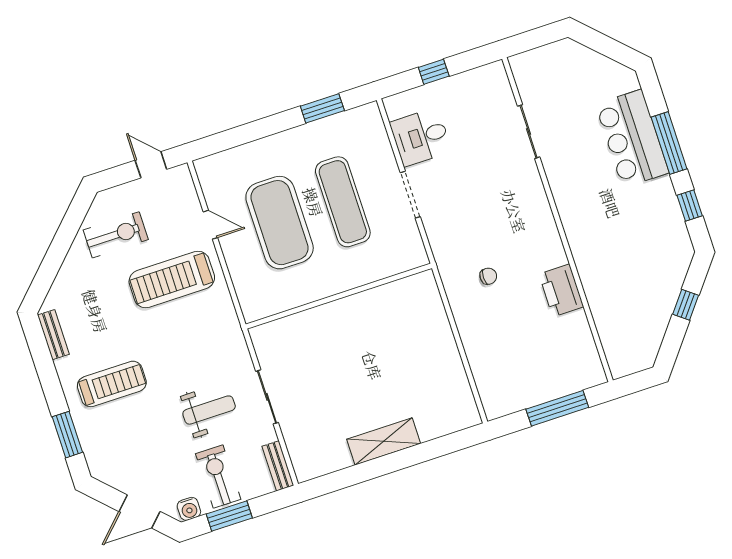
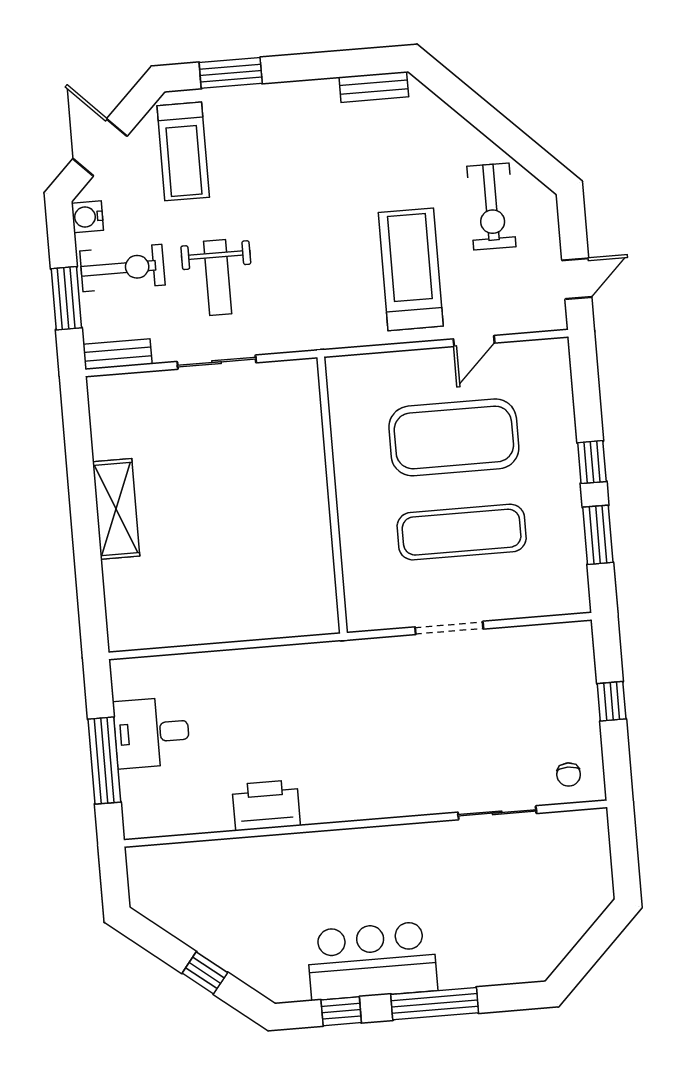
window: (274, 124) -> (592, 462), added
desk: (421, 137) -> (152, 733), moved, turned -90
bar counter: (632, 139) -> (372, 961), moved
chair: (488, 276) -> (569, 775), moved
treadmill: (112, 384) -> (183, 151), moved
window: (229, 516) -> (66, 298), moved

